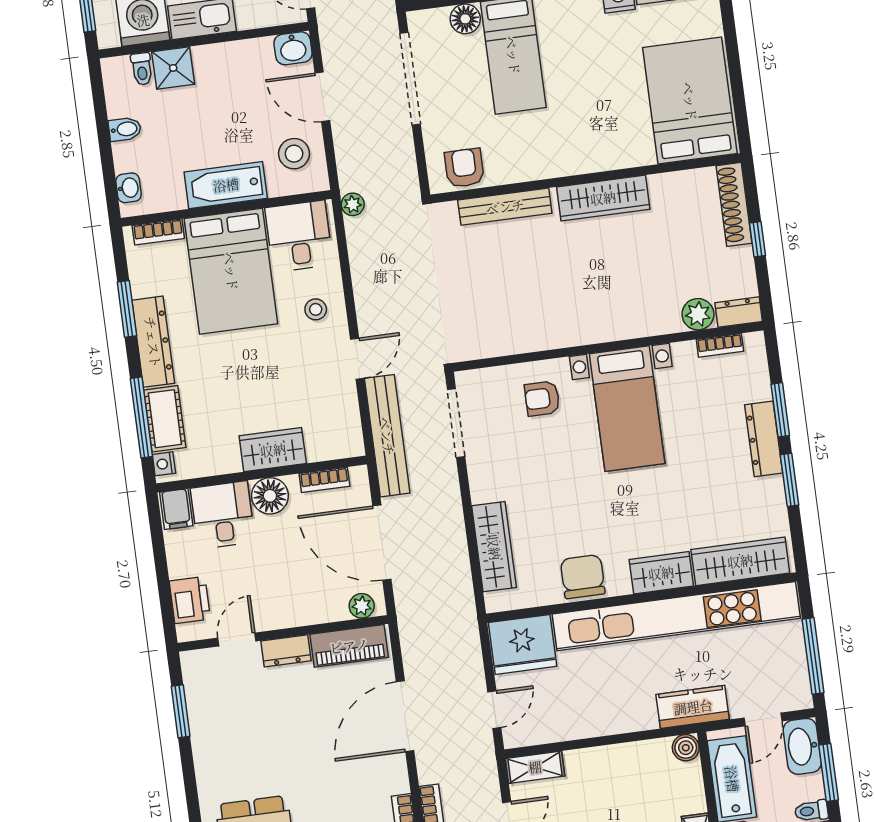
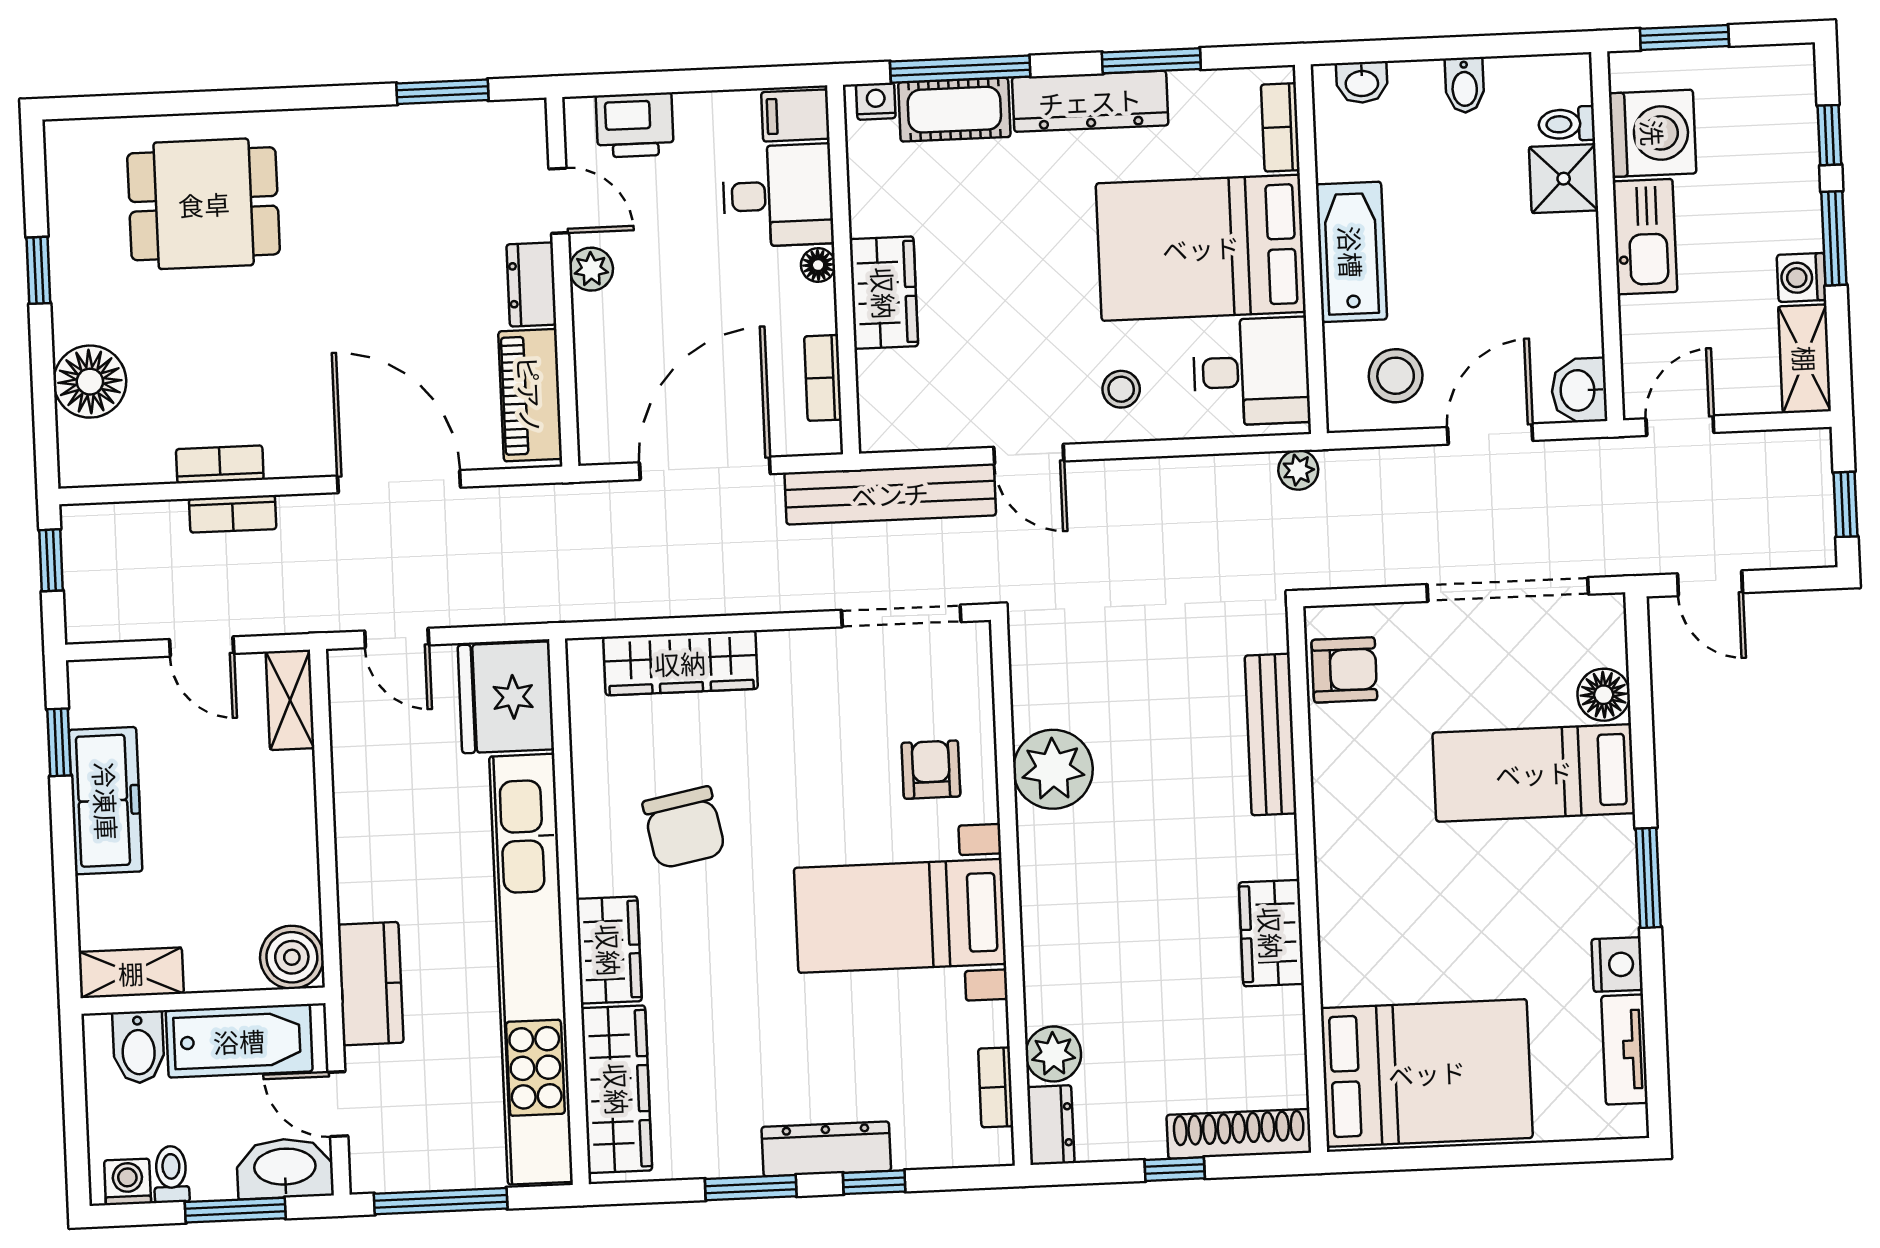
wardrobe: (603, 198) -> (1271, 933), width x0.67
plant: (536, 329) -> (1053, 769), added
window: (780, 410) -> (874, 1182), width x0.67
floor lamp: (270, 496) -> (818, 265), width x0.53, depth x0.53
chair: (583, 577) -> (684, 828), moved, turned 79
plant: (362, 606) -> (591, 269), moved
boiler: (686, 748) -> (292, 957), width x1.36, depth x1.36

